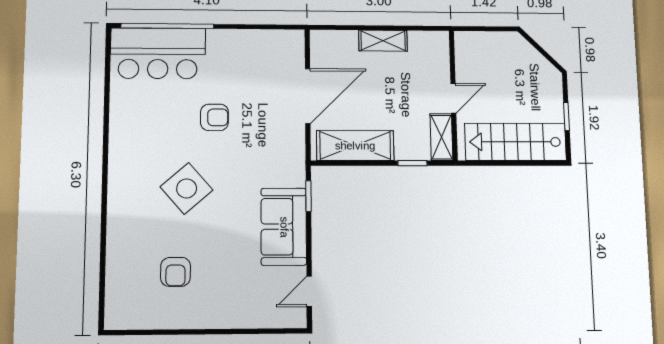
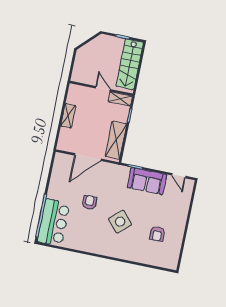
door: (308, 96) -> (88, 157), swing flipped
armchair: (175, 272) -> (157, 234), turned 90

